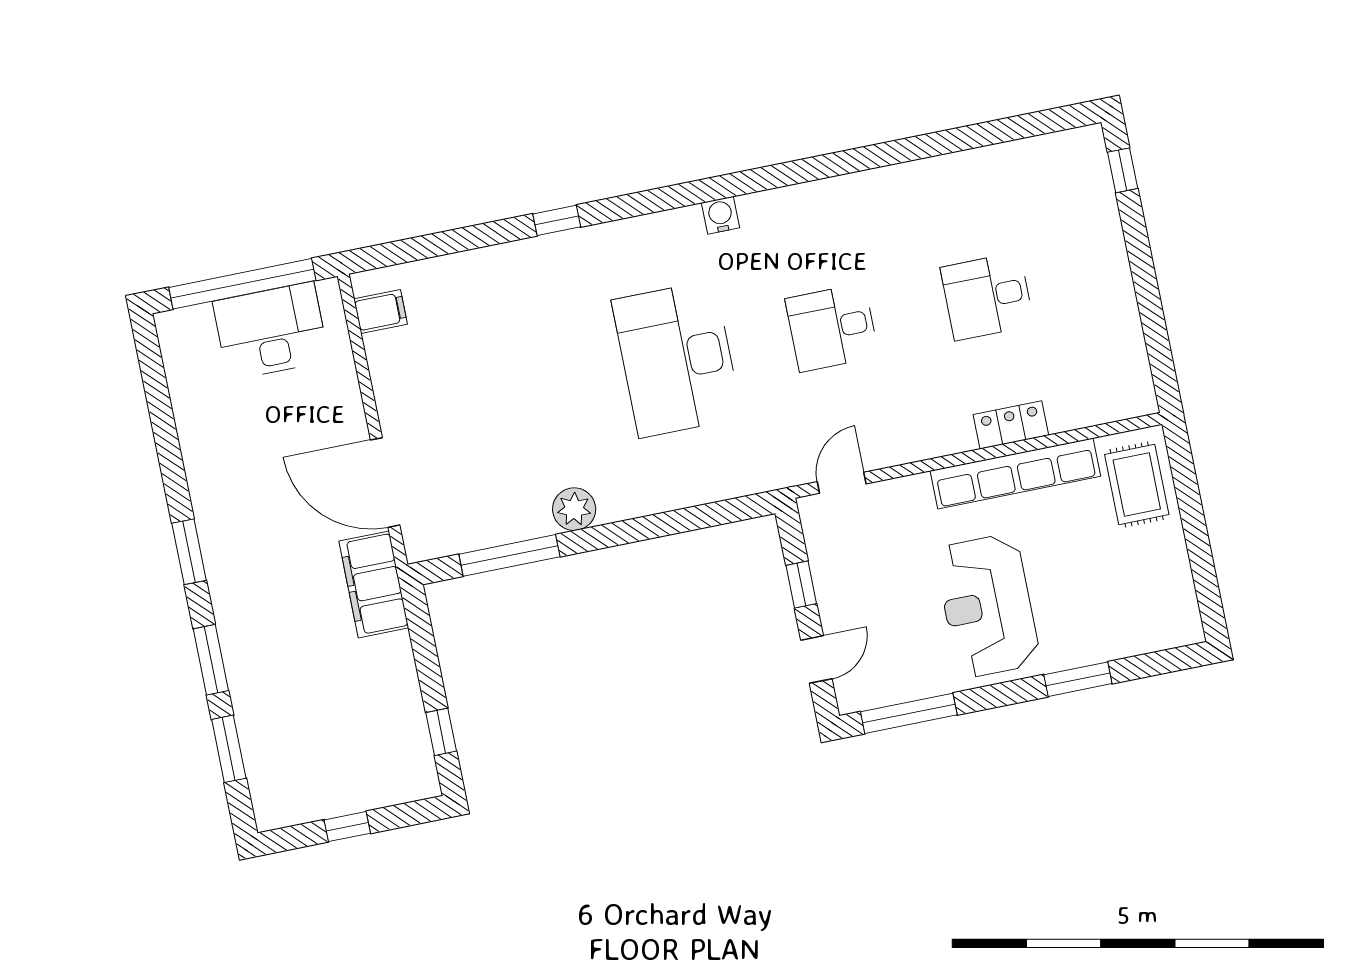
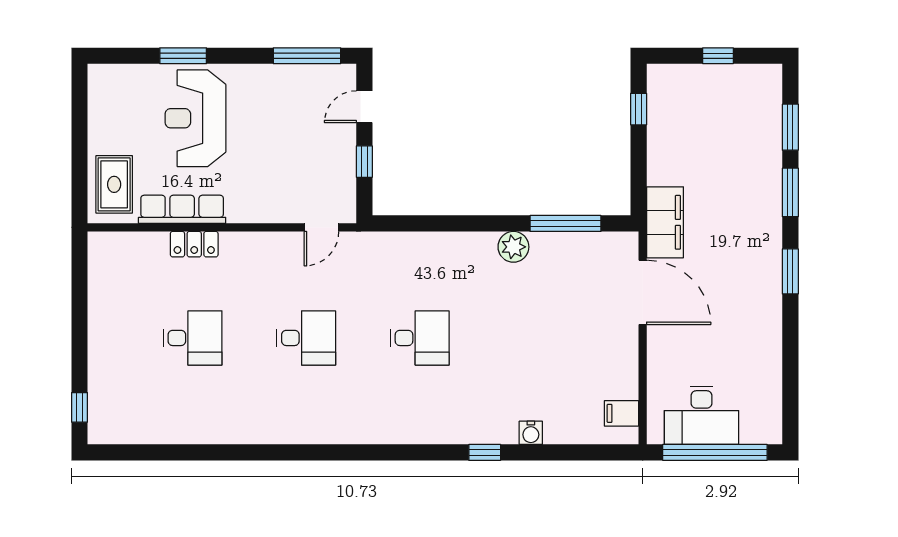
water cooler: (720, 215) -> (531, 433), moved
desk: (677, 359) -> (420, 338), width x0.53, depth x0.77
row of seats: (1015, 473) -> (182, 209), width x0.73
reception desk: (987, 606) -> (195, 118), moved, turned 180

